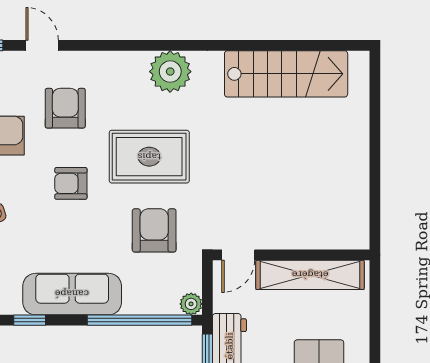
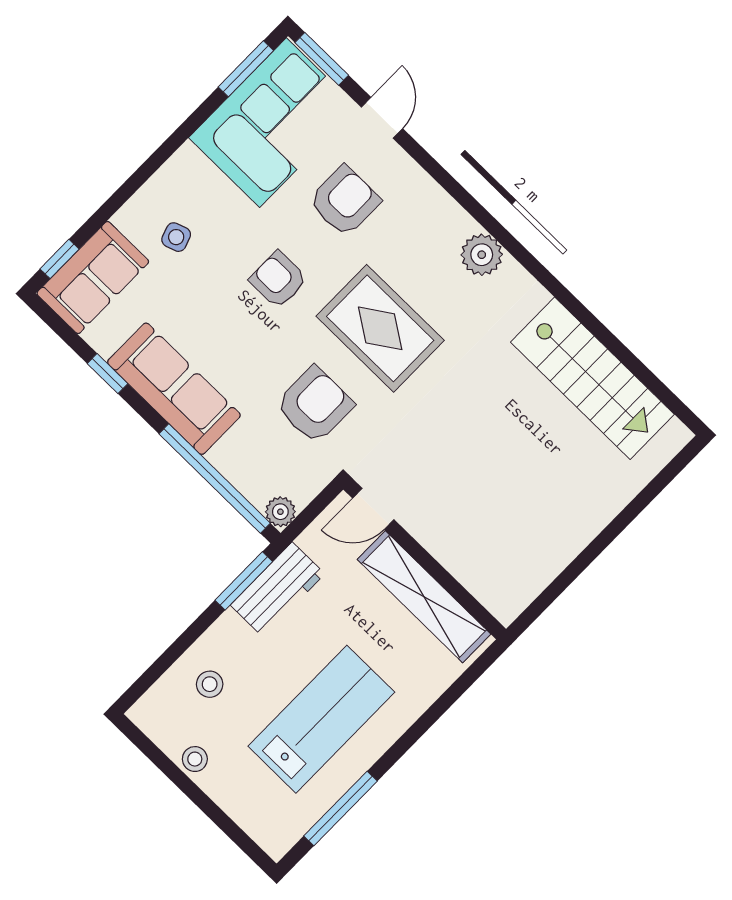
plant: (170, 72) -> (482, 255), width x0.73, depth x0.73

